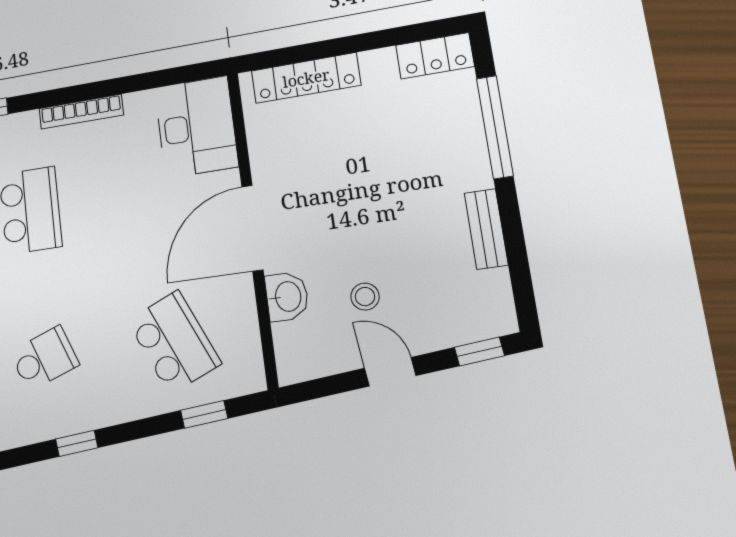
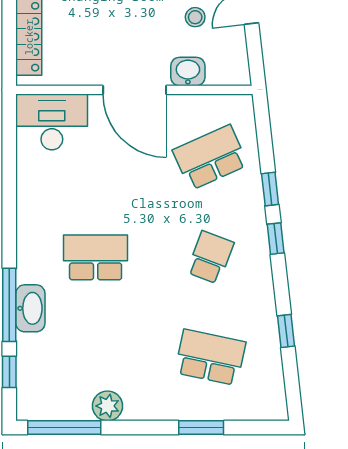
bookcase: (81, 112) -> (24, 209), removed
school desk: (44, 358) -> (210, 257), turned 42
window: (204, 414) -> (270, 189), moved

